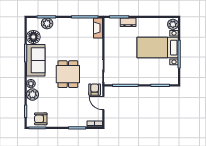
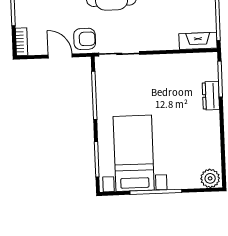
bed with nightstands: (158, 48) -> (134, 153), moved
door: (103, 103) -> (60, 56), hinge flipped

